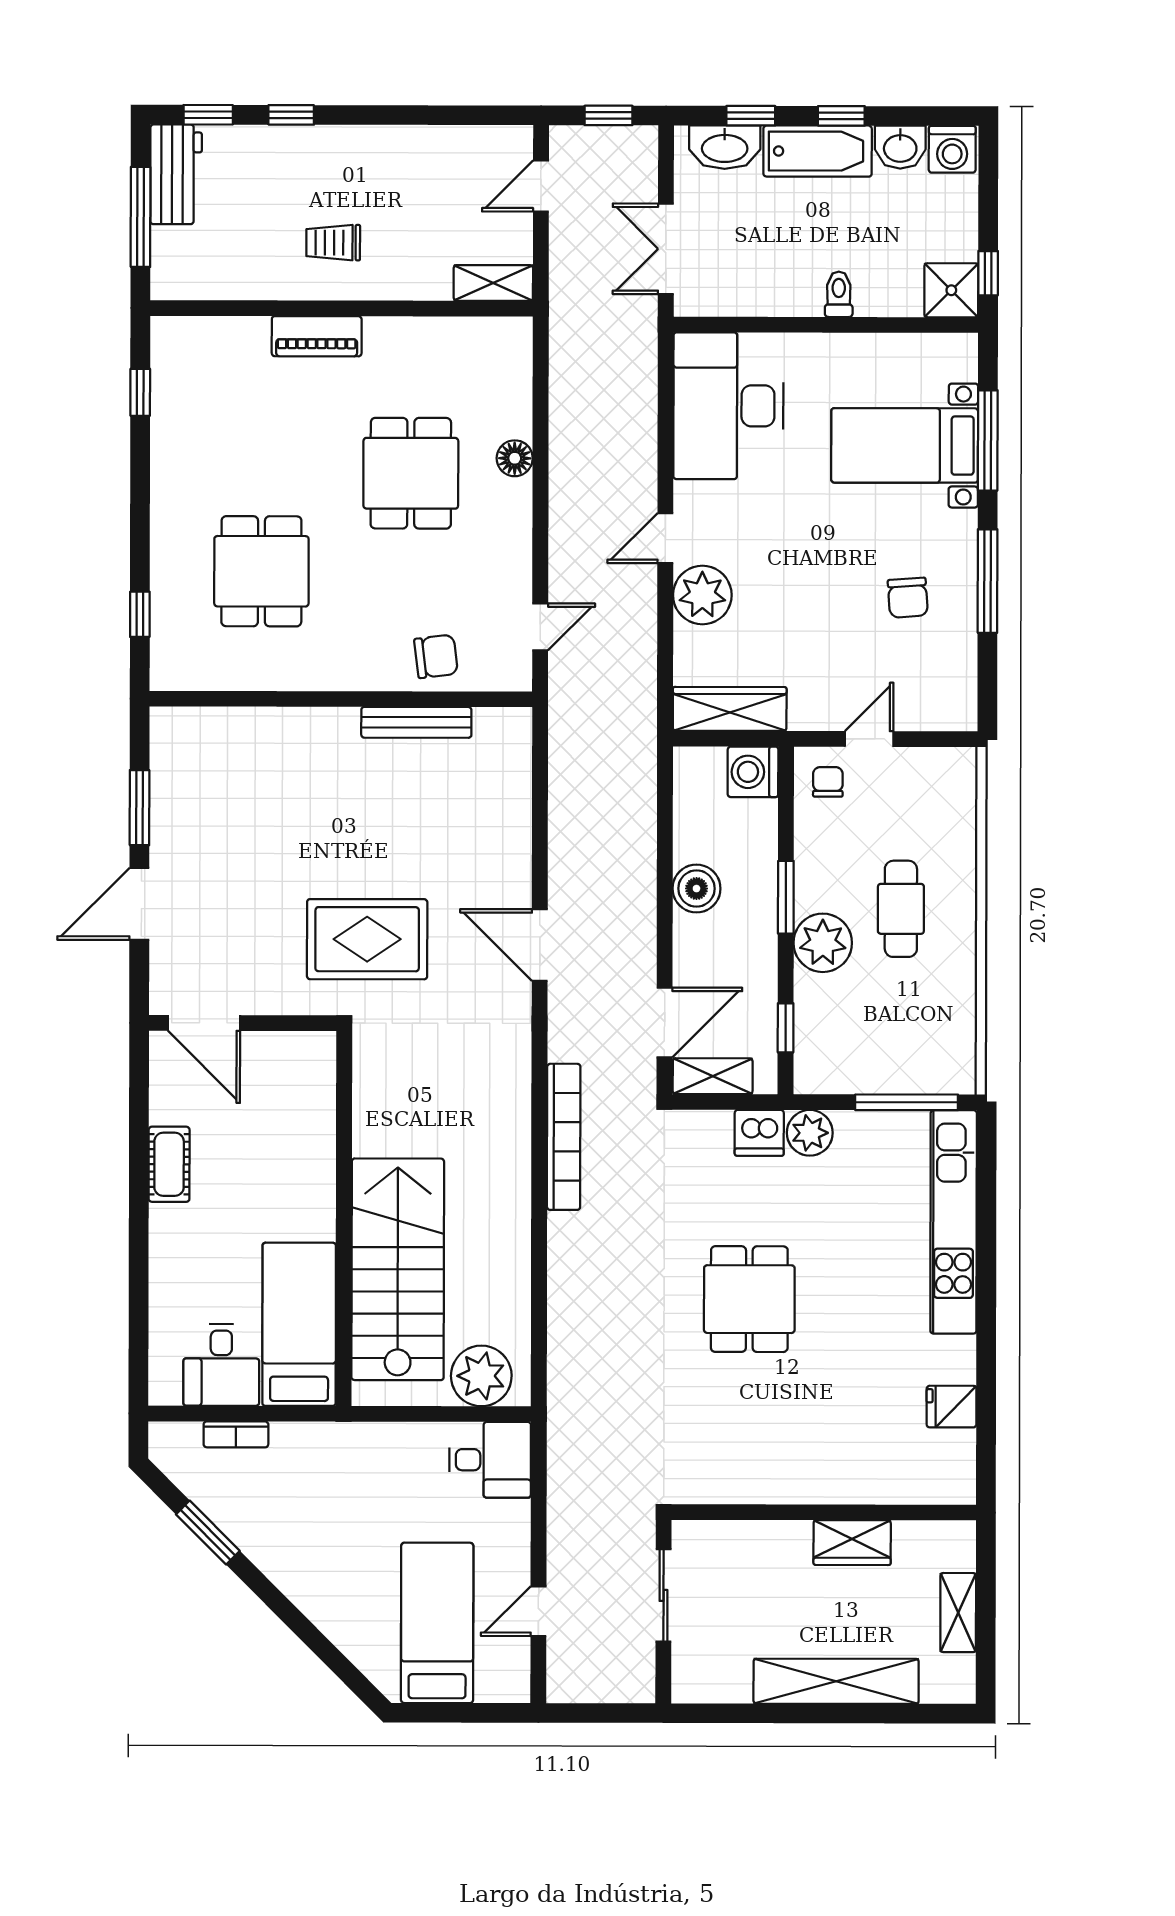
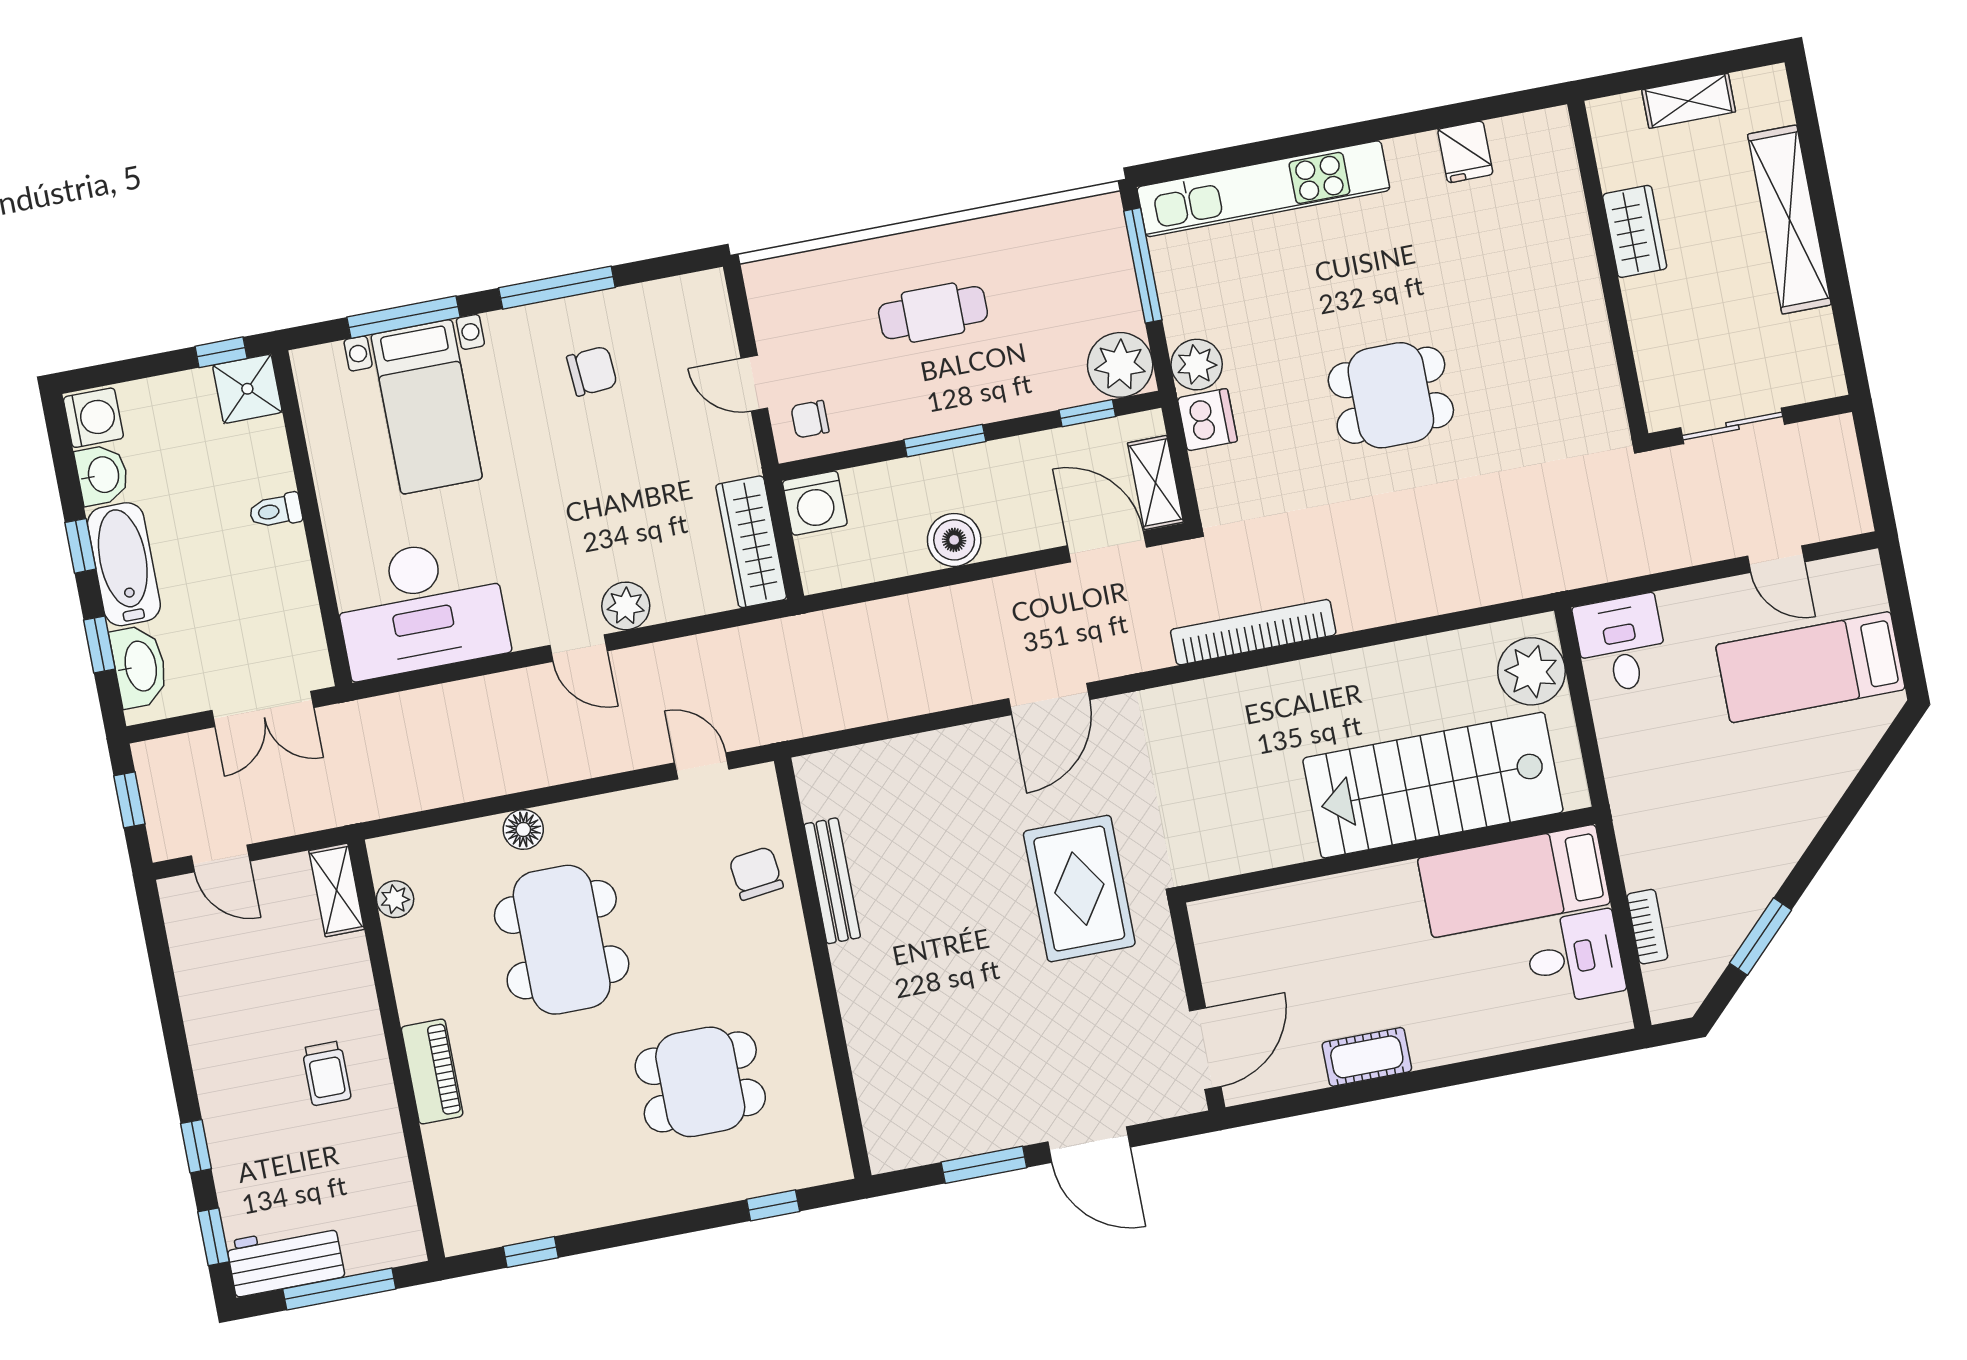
plant: (475, 333) -> (395, 899), added
dining table: (411, 473) -> (562, 940), width x1.38
plant: (702, 595) -> (626, 606), width x0.73, depth x0.73
plant: (823, 943) -> (1120, 365), moved

